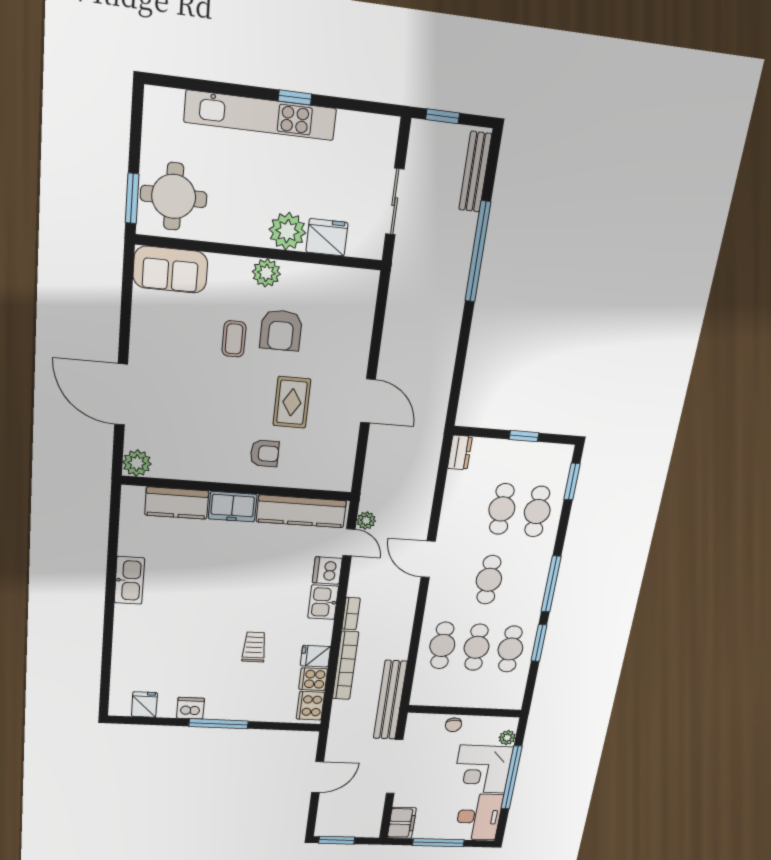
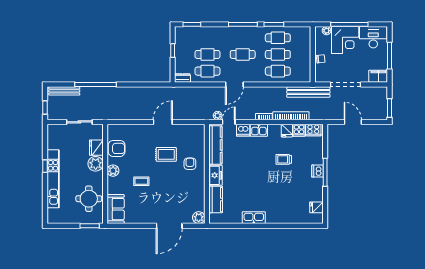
round table: (174, 196) -> (89, 199), moved
armchair: (281, 330) -> (117, 148), moved
cafe table: (537, 512) -> (207, 71), moved
dishwasher: (190, 708) -> (317, 171), moved

